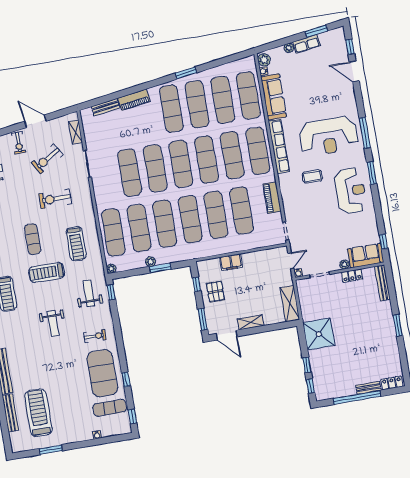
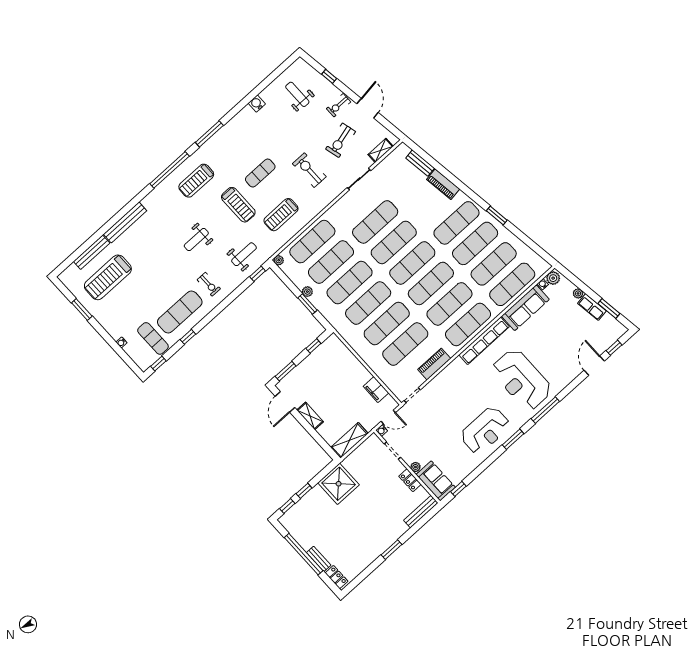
exercise bike: (47, 159) -> (341, 140), turned -74
coffee table: (312, 176) -> (476, 388), removed
filing cabinet: (231, 262) -> (376, 390), moved
treadmill: (47, 273) -> (238, 205), turned 180
pallet: (215, 292) -> (318, 367), removed
exercise mat: (102, 373) -> (180, 312), width x0.68
treadmill: (38, 413) -> (108, 277), turned 180

